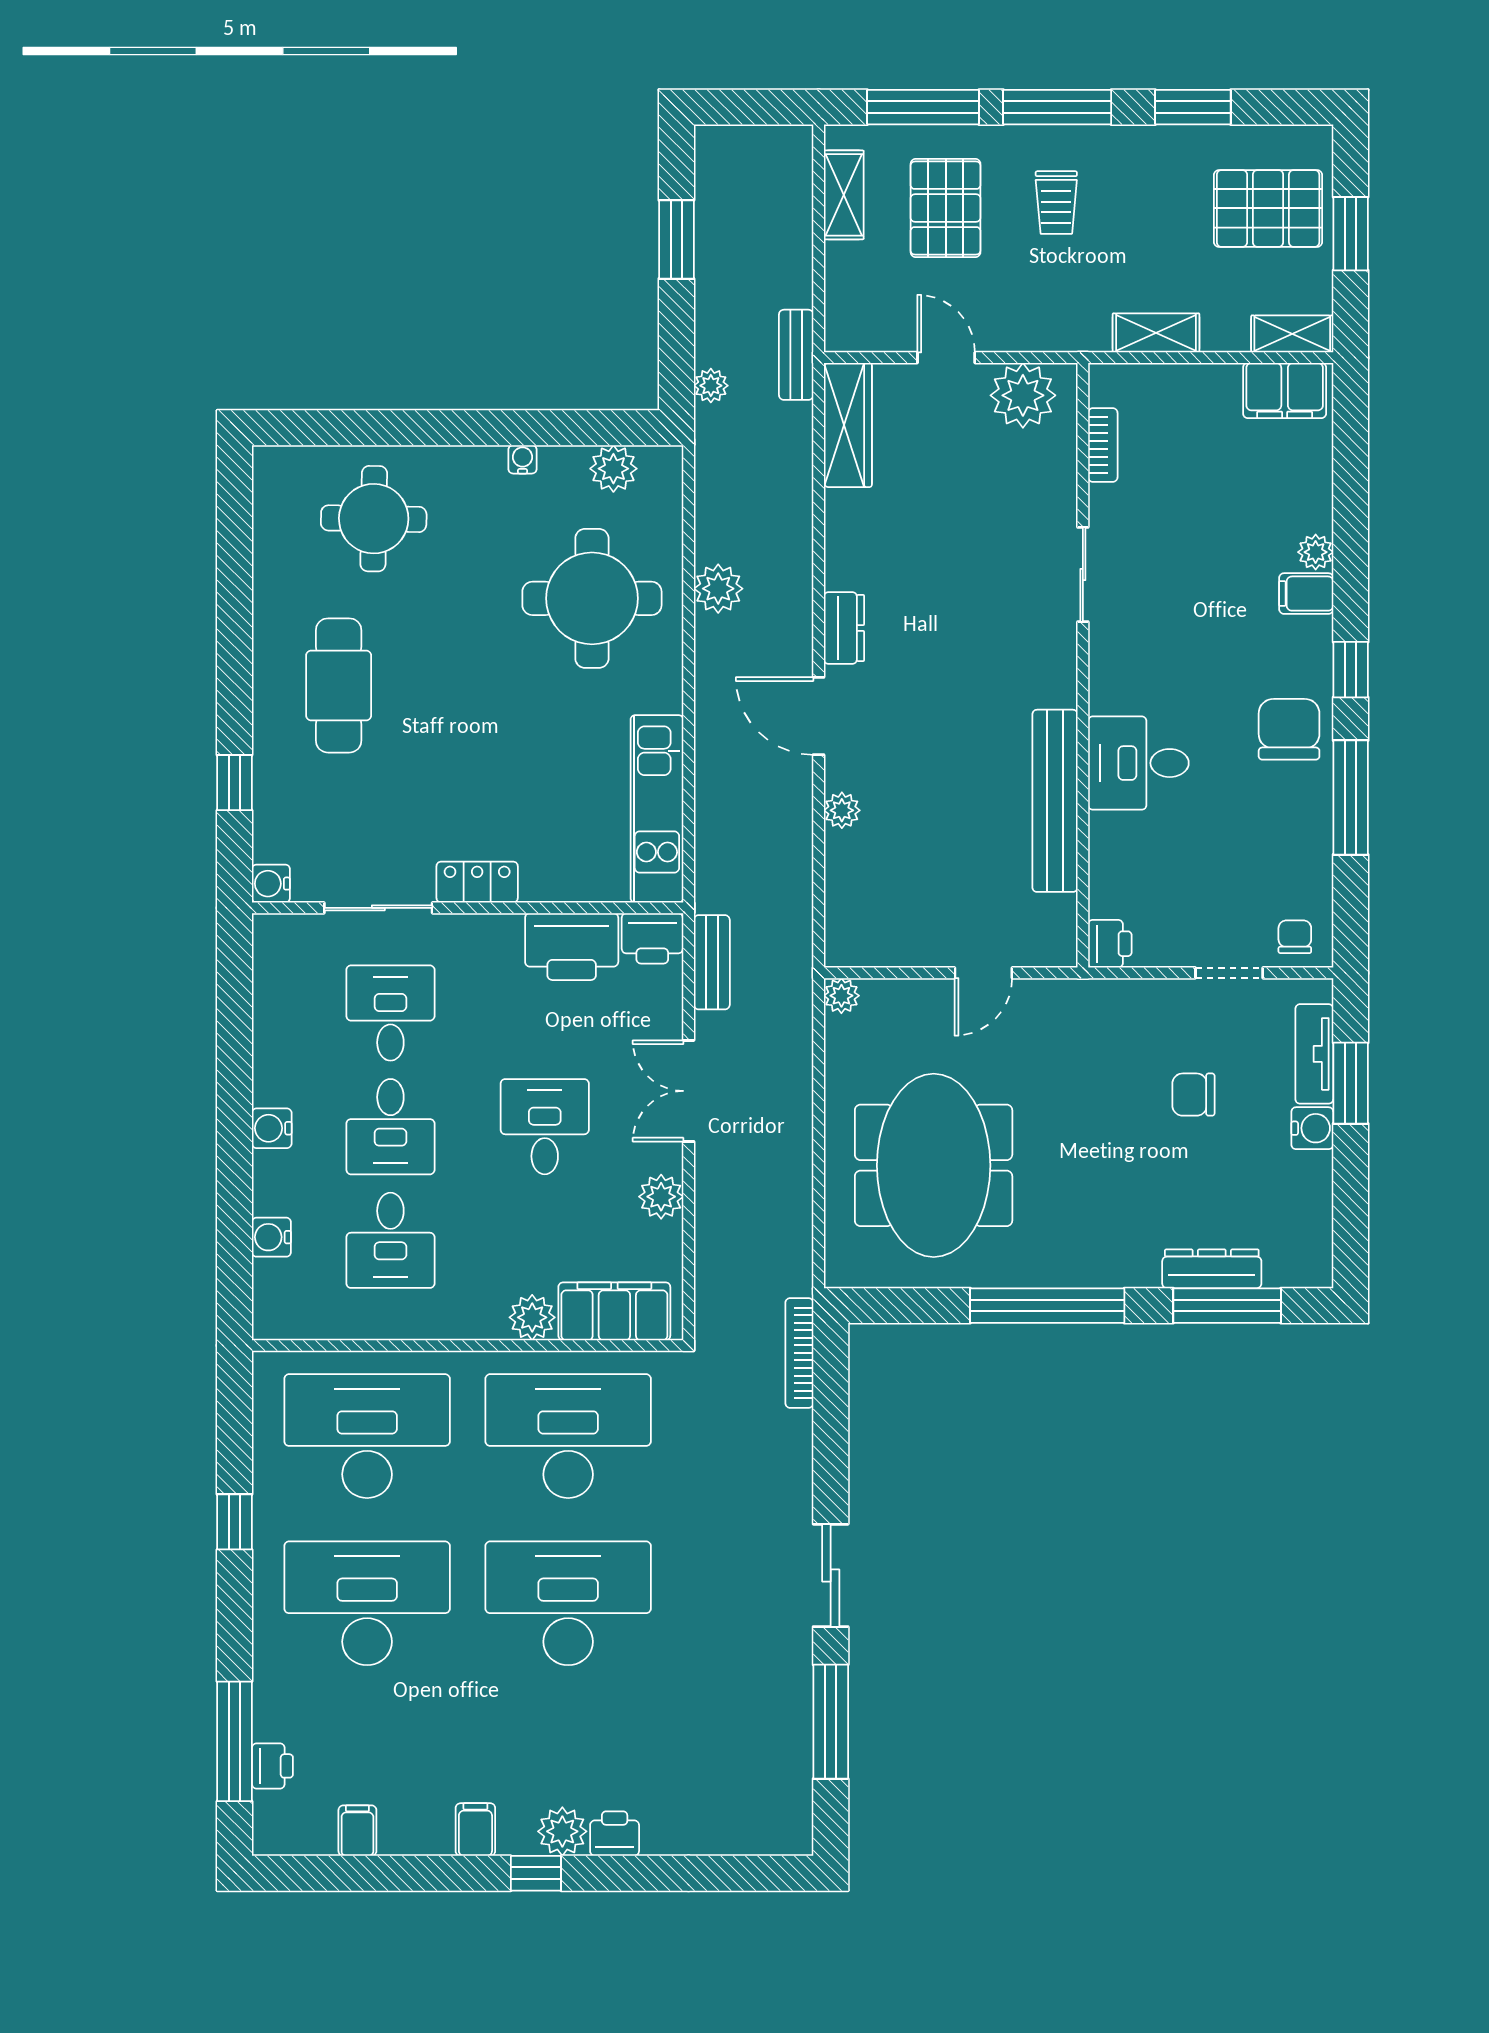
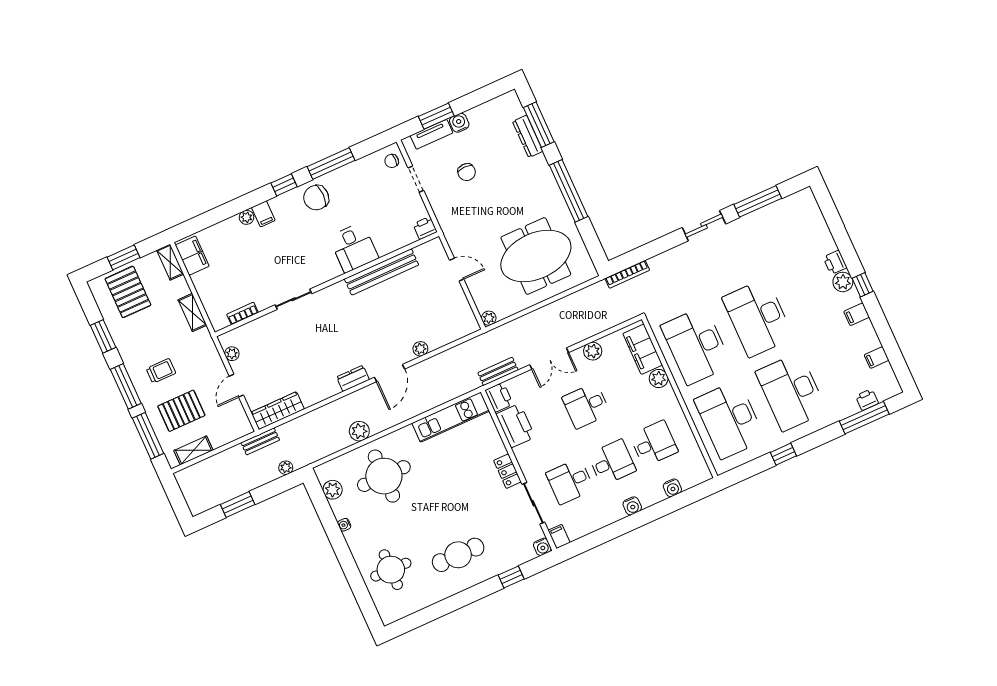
plant: (1023, 395) -> (232, 354), width x0.53, depth x0.53
filing cabinet: (277, 932) -> (559, 536), added

